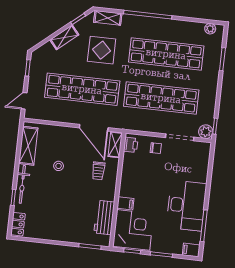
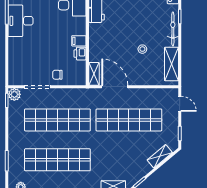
shelving: (64, 37) -> (160, 156), moved
display table: (102, 50) -> (116, 157), removed
door: (24, 101) -> (180, 104), hinge flipped
printer: (131, 145) -> (80, 54), moved
trolley: (98, 171) -> (106, 49), removed
filing cabinet: (125, 203) -> (79, 41), moved
desk: (186, 205) -> (21, 21), width x0.73, depth x0.77

